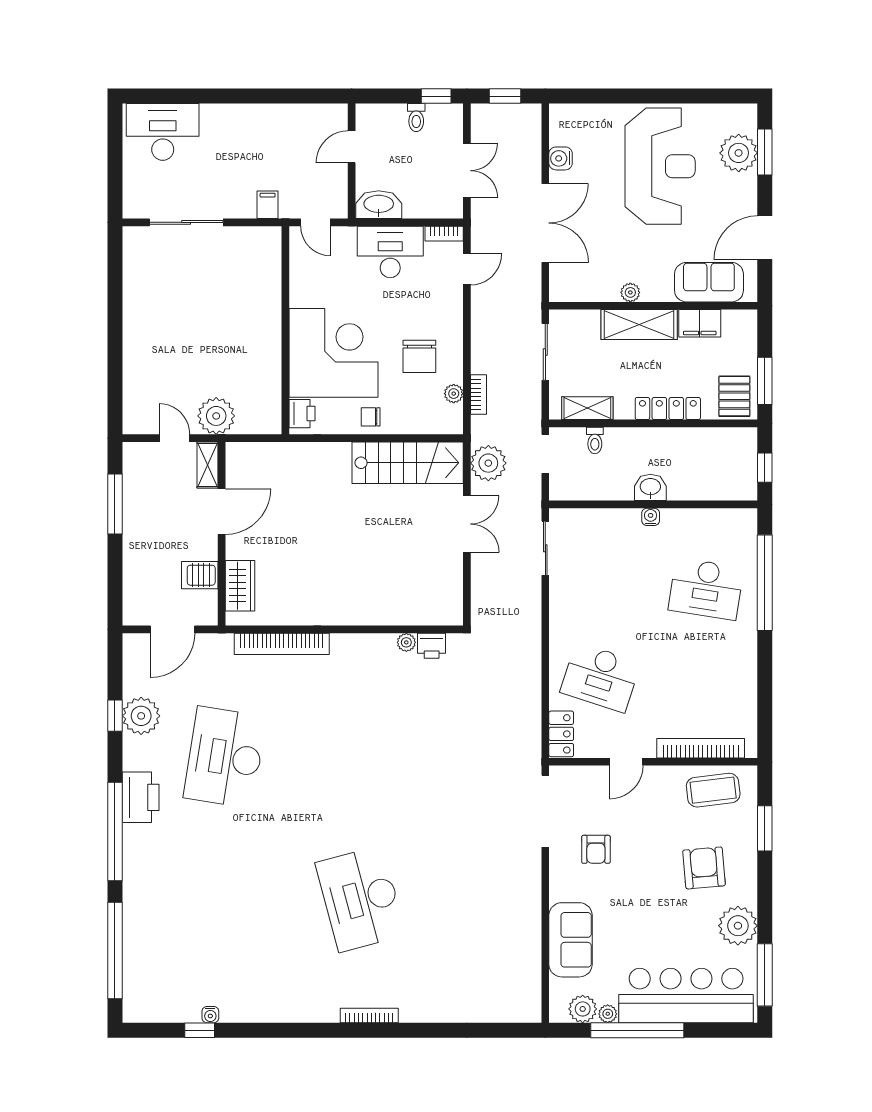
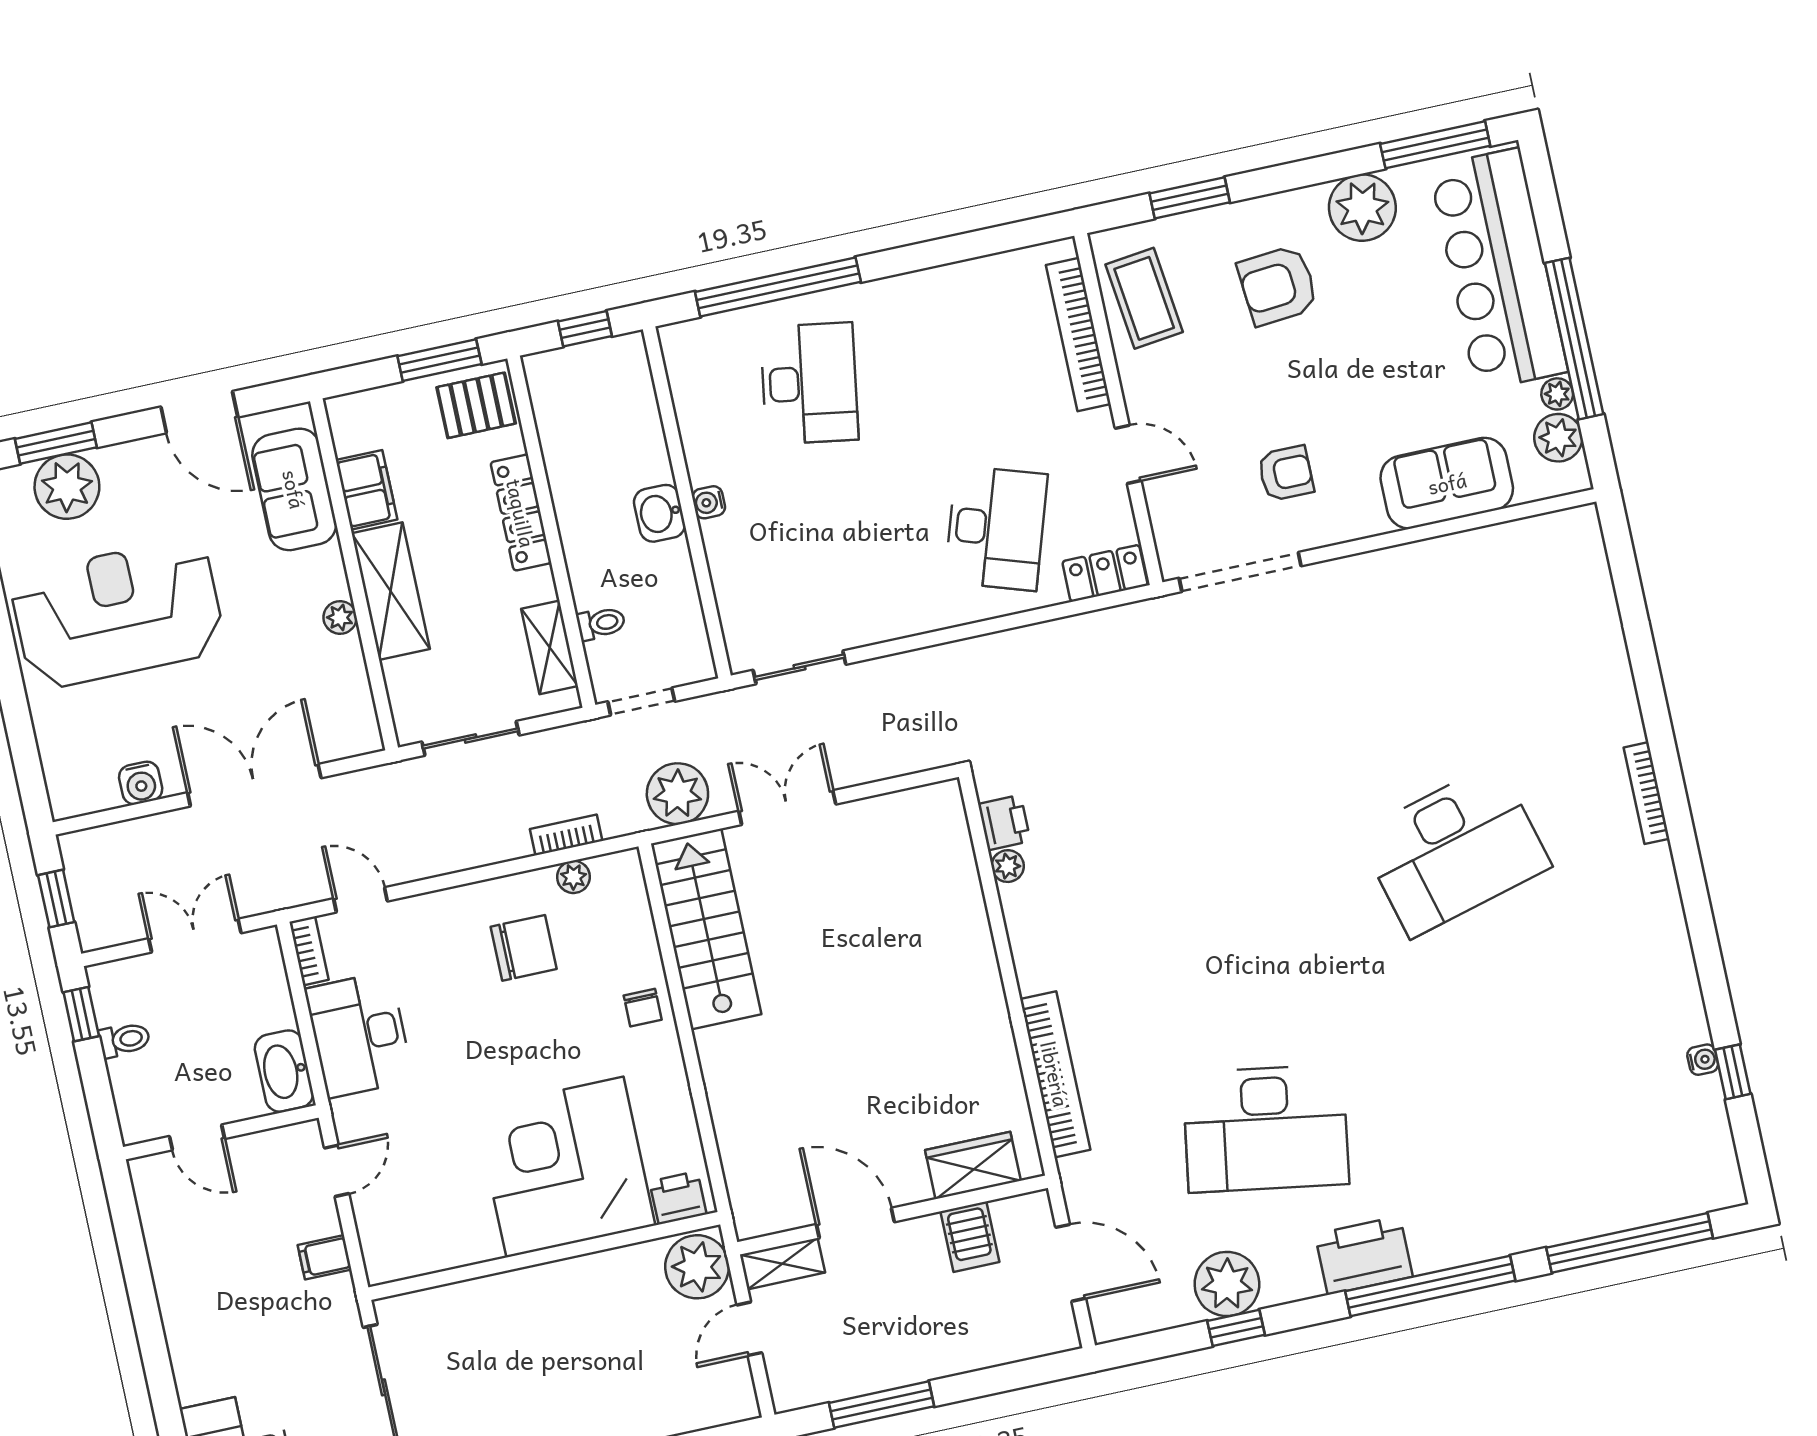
wall: (285, 330) -> (544, 1256), moved
corner desk: (333, 353) -> (565, 1167), moved
printer: (302, 414) -> (678, 1198), moved

